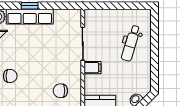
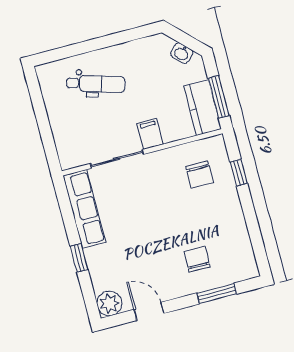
row of seats: (30, 17) -> (84, 209), moved

